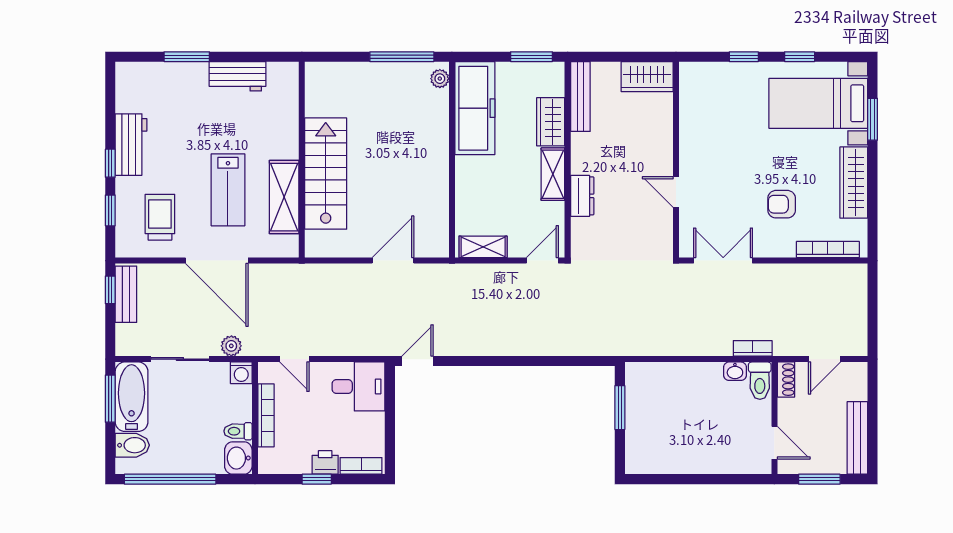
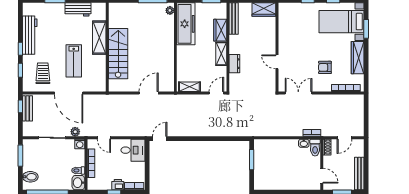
workbench: (131, 145) -> (30, 35), width x1.38
shelving: (284, 197) -> (99, 38), moved
bathtub: (132, 397) -> (30, 155), removed

